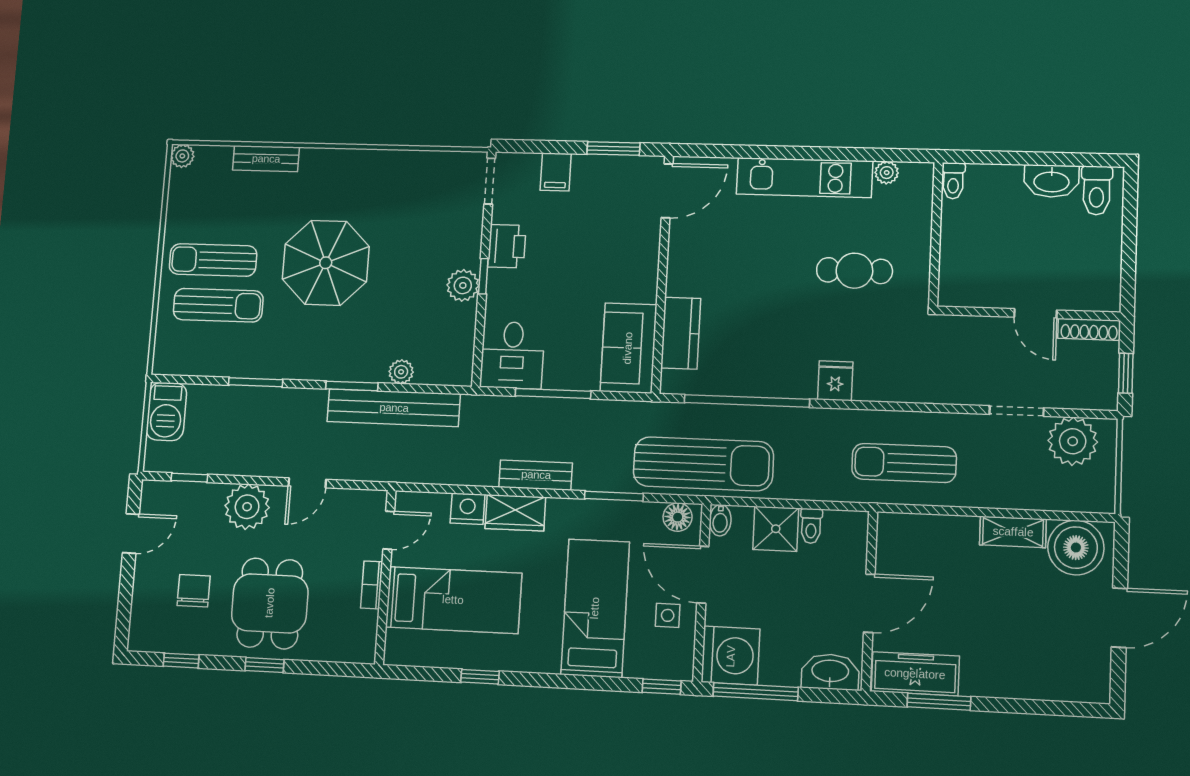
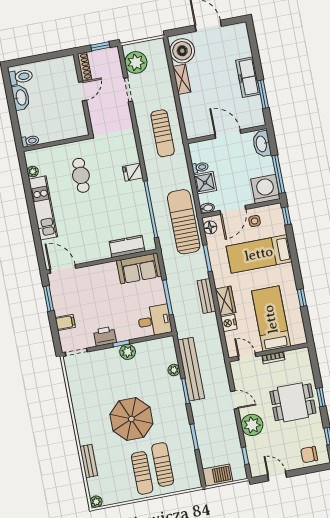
chair: (194, 591) -> (309, 455), moved
freezer: (915, 674) -> (248, 77), moved

